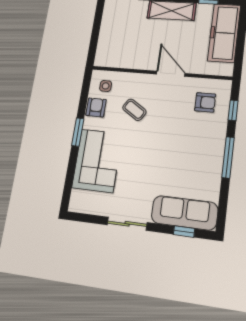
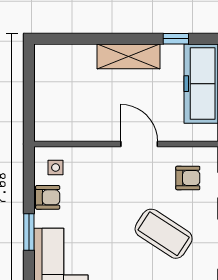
armchair: (96, 107) -> (48, 197), turned 90
coffee table: (134, 110) -> (164, 234), moved, width x1.86, depth x1.72

